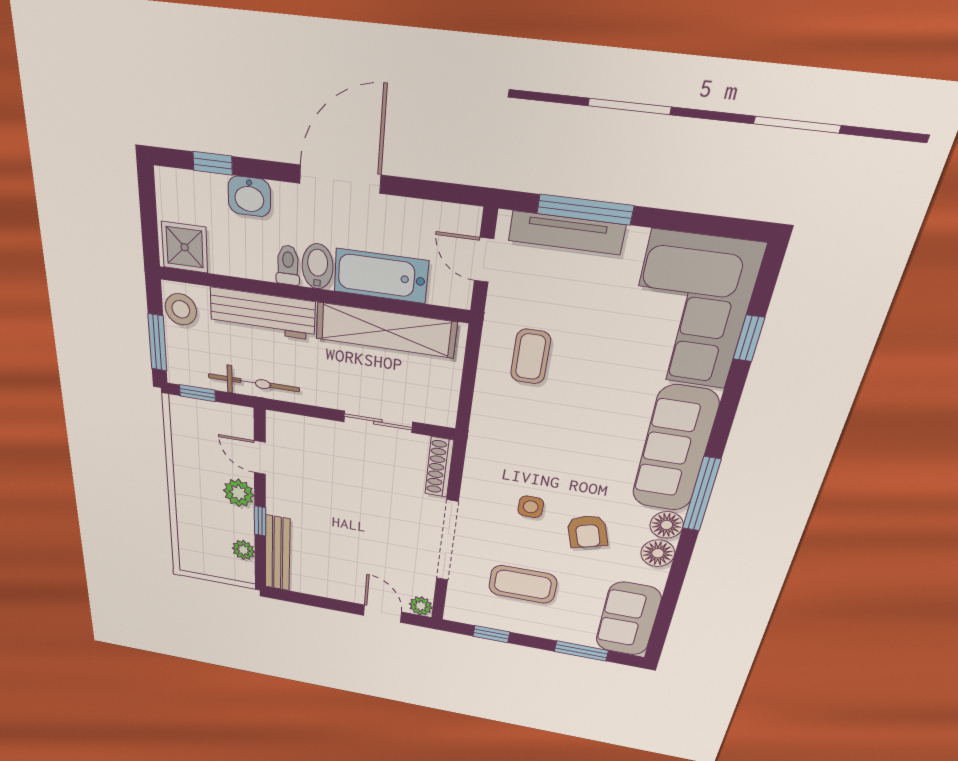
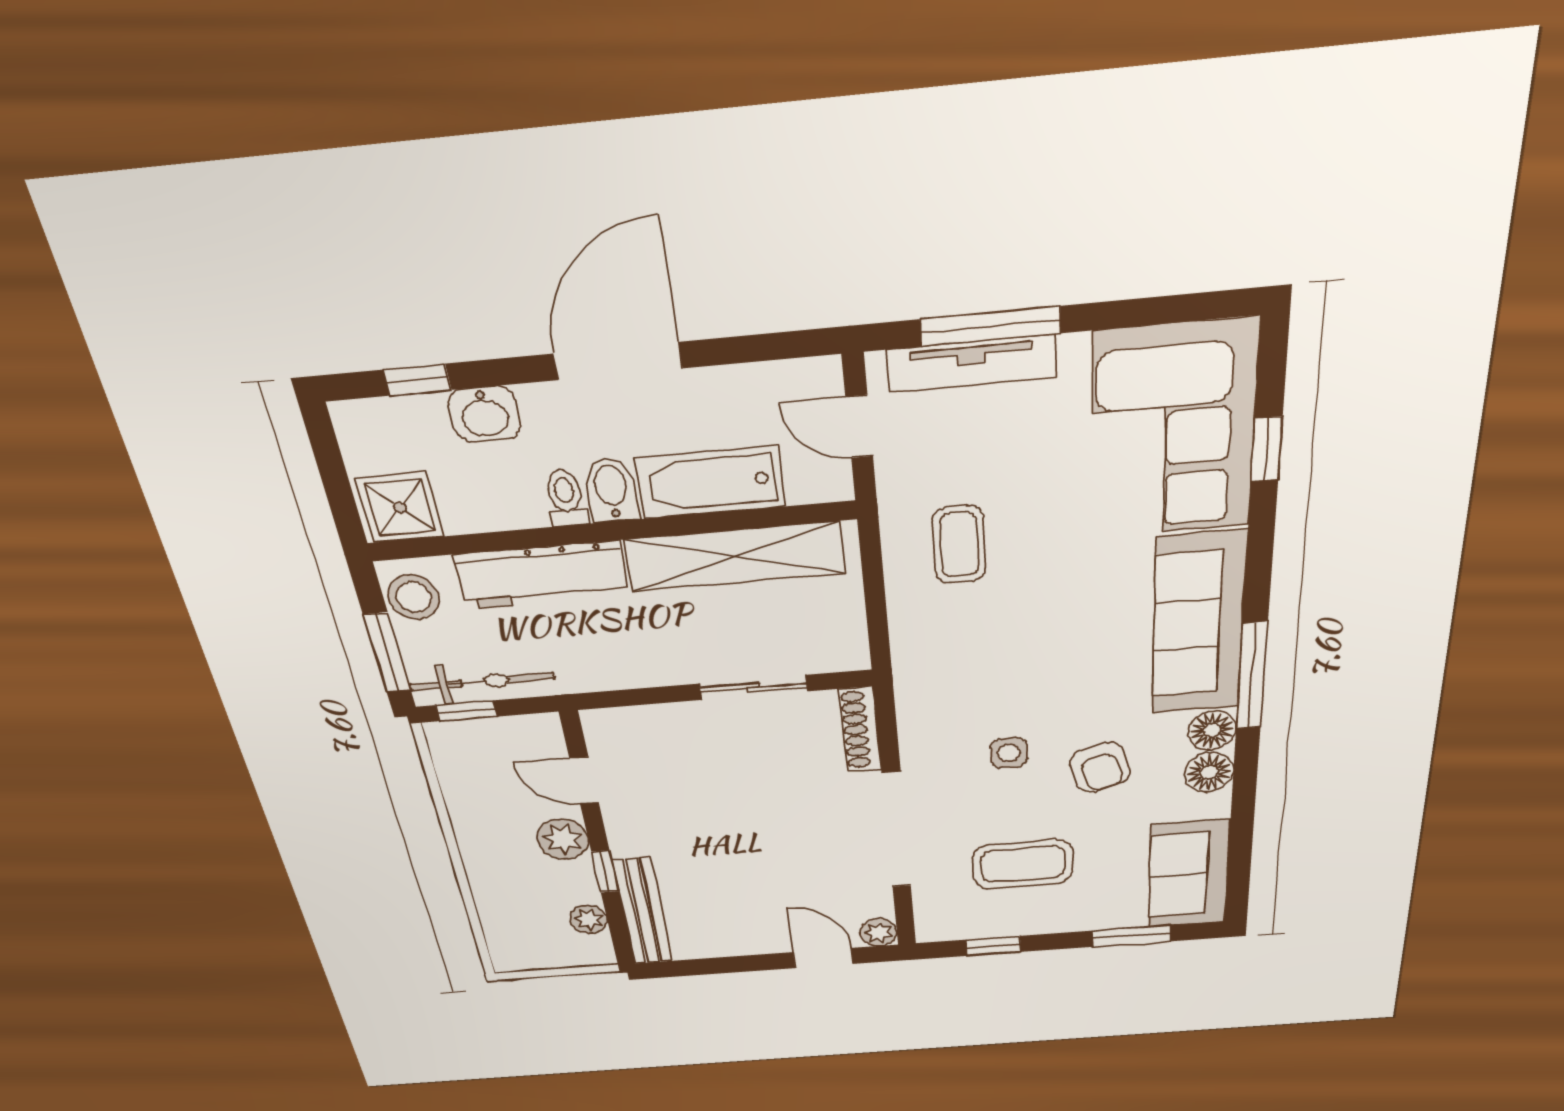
bicycle: (254, 383) -> (482, 682), moved

